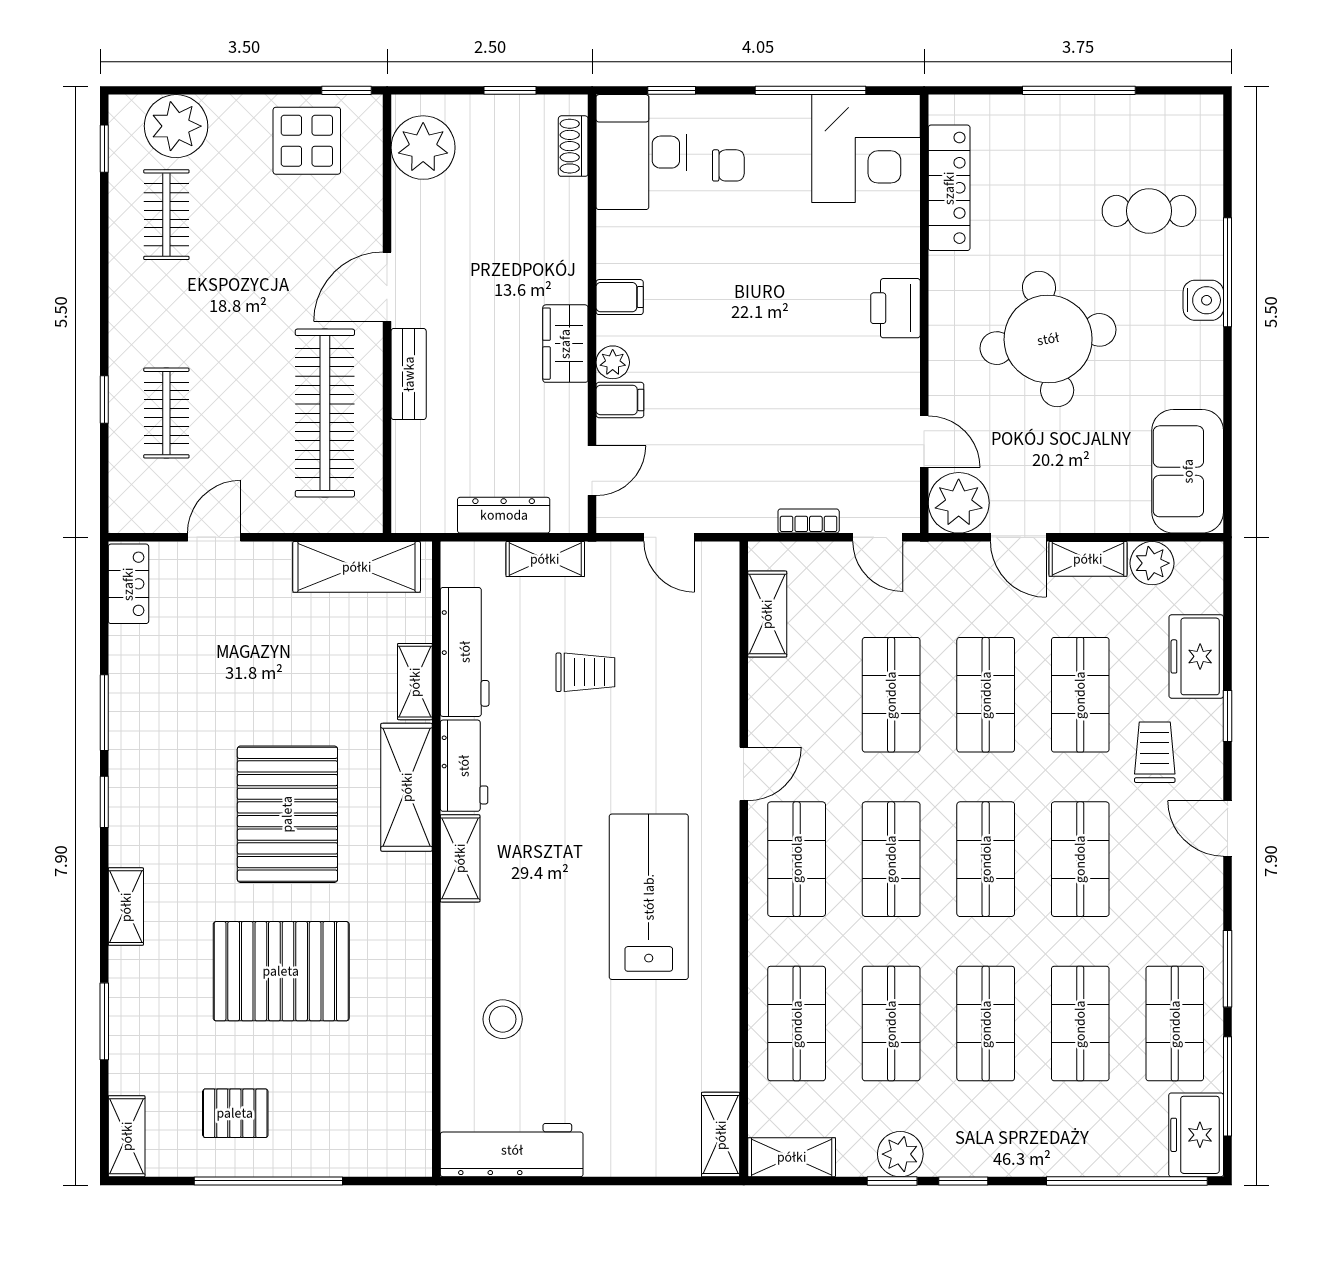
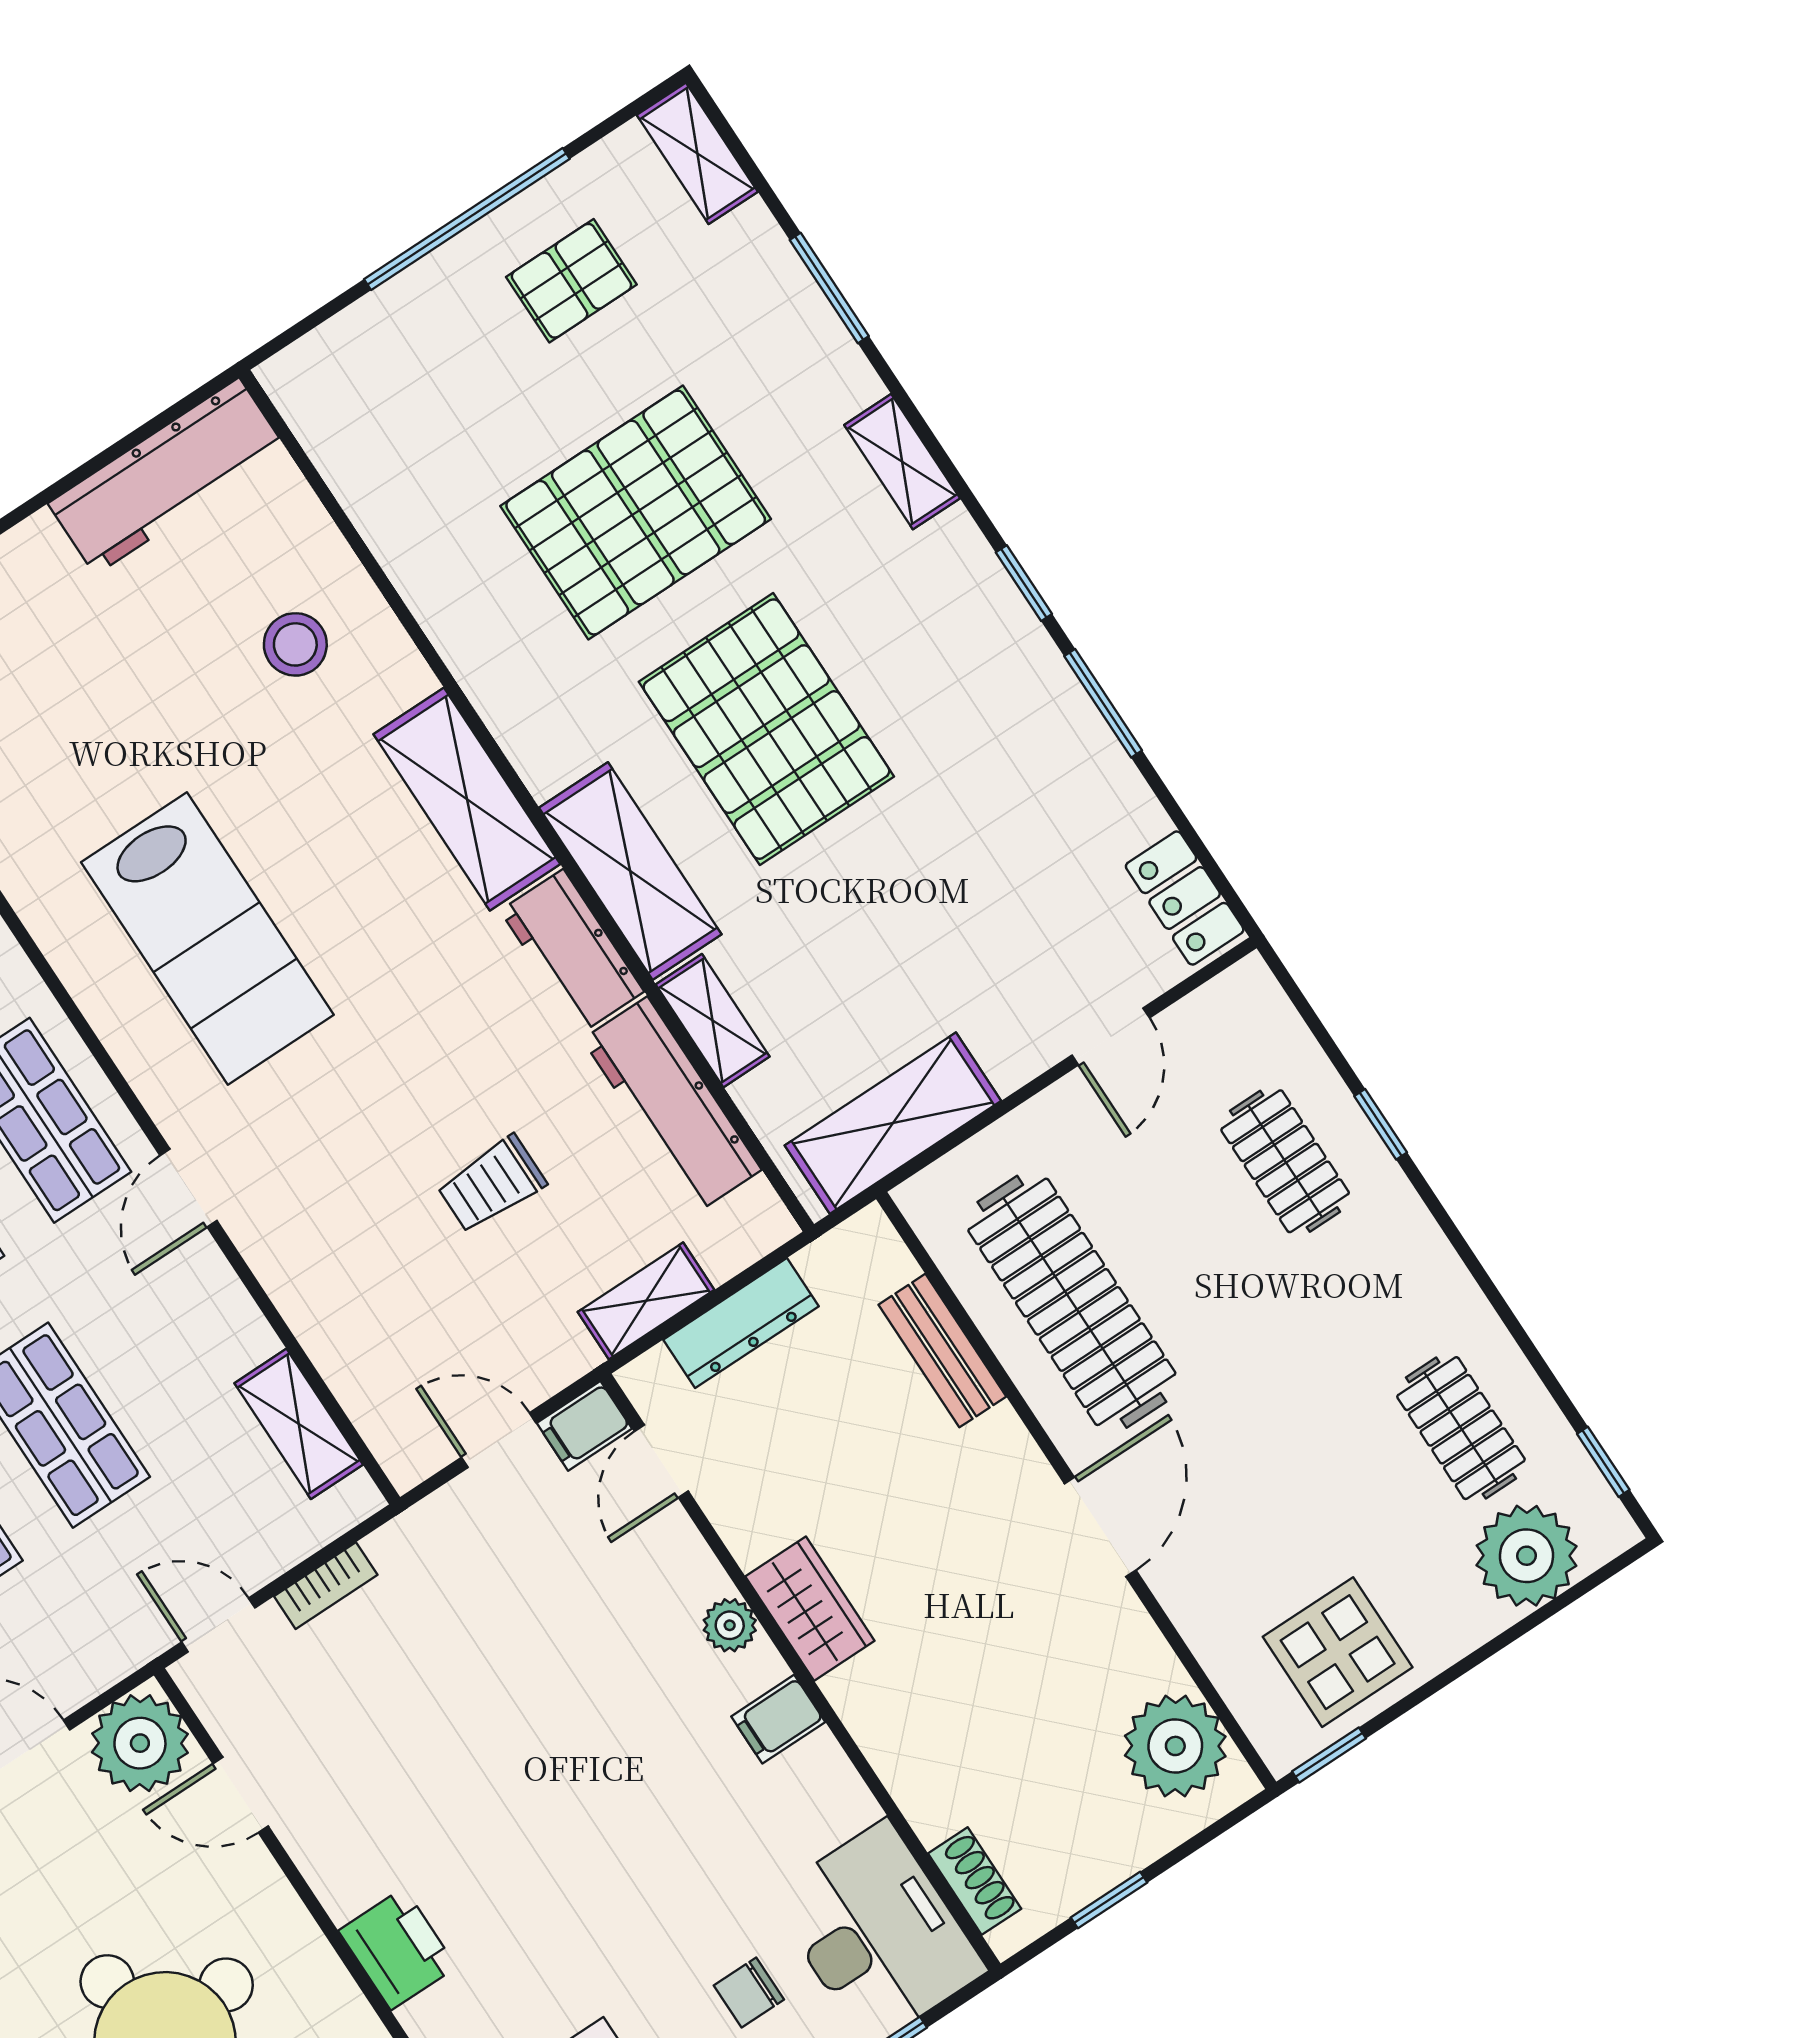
bench: (409, 374) -> (942, 1351), moved
filing cabinet: (620, 400) -> (584, 1426), moved
shelving: (460, 858) -> (467, 799), width x1.50, depth x1.33

